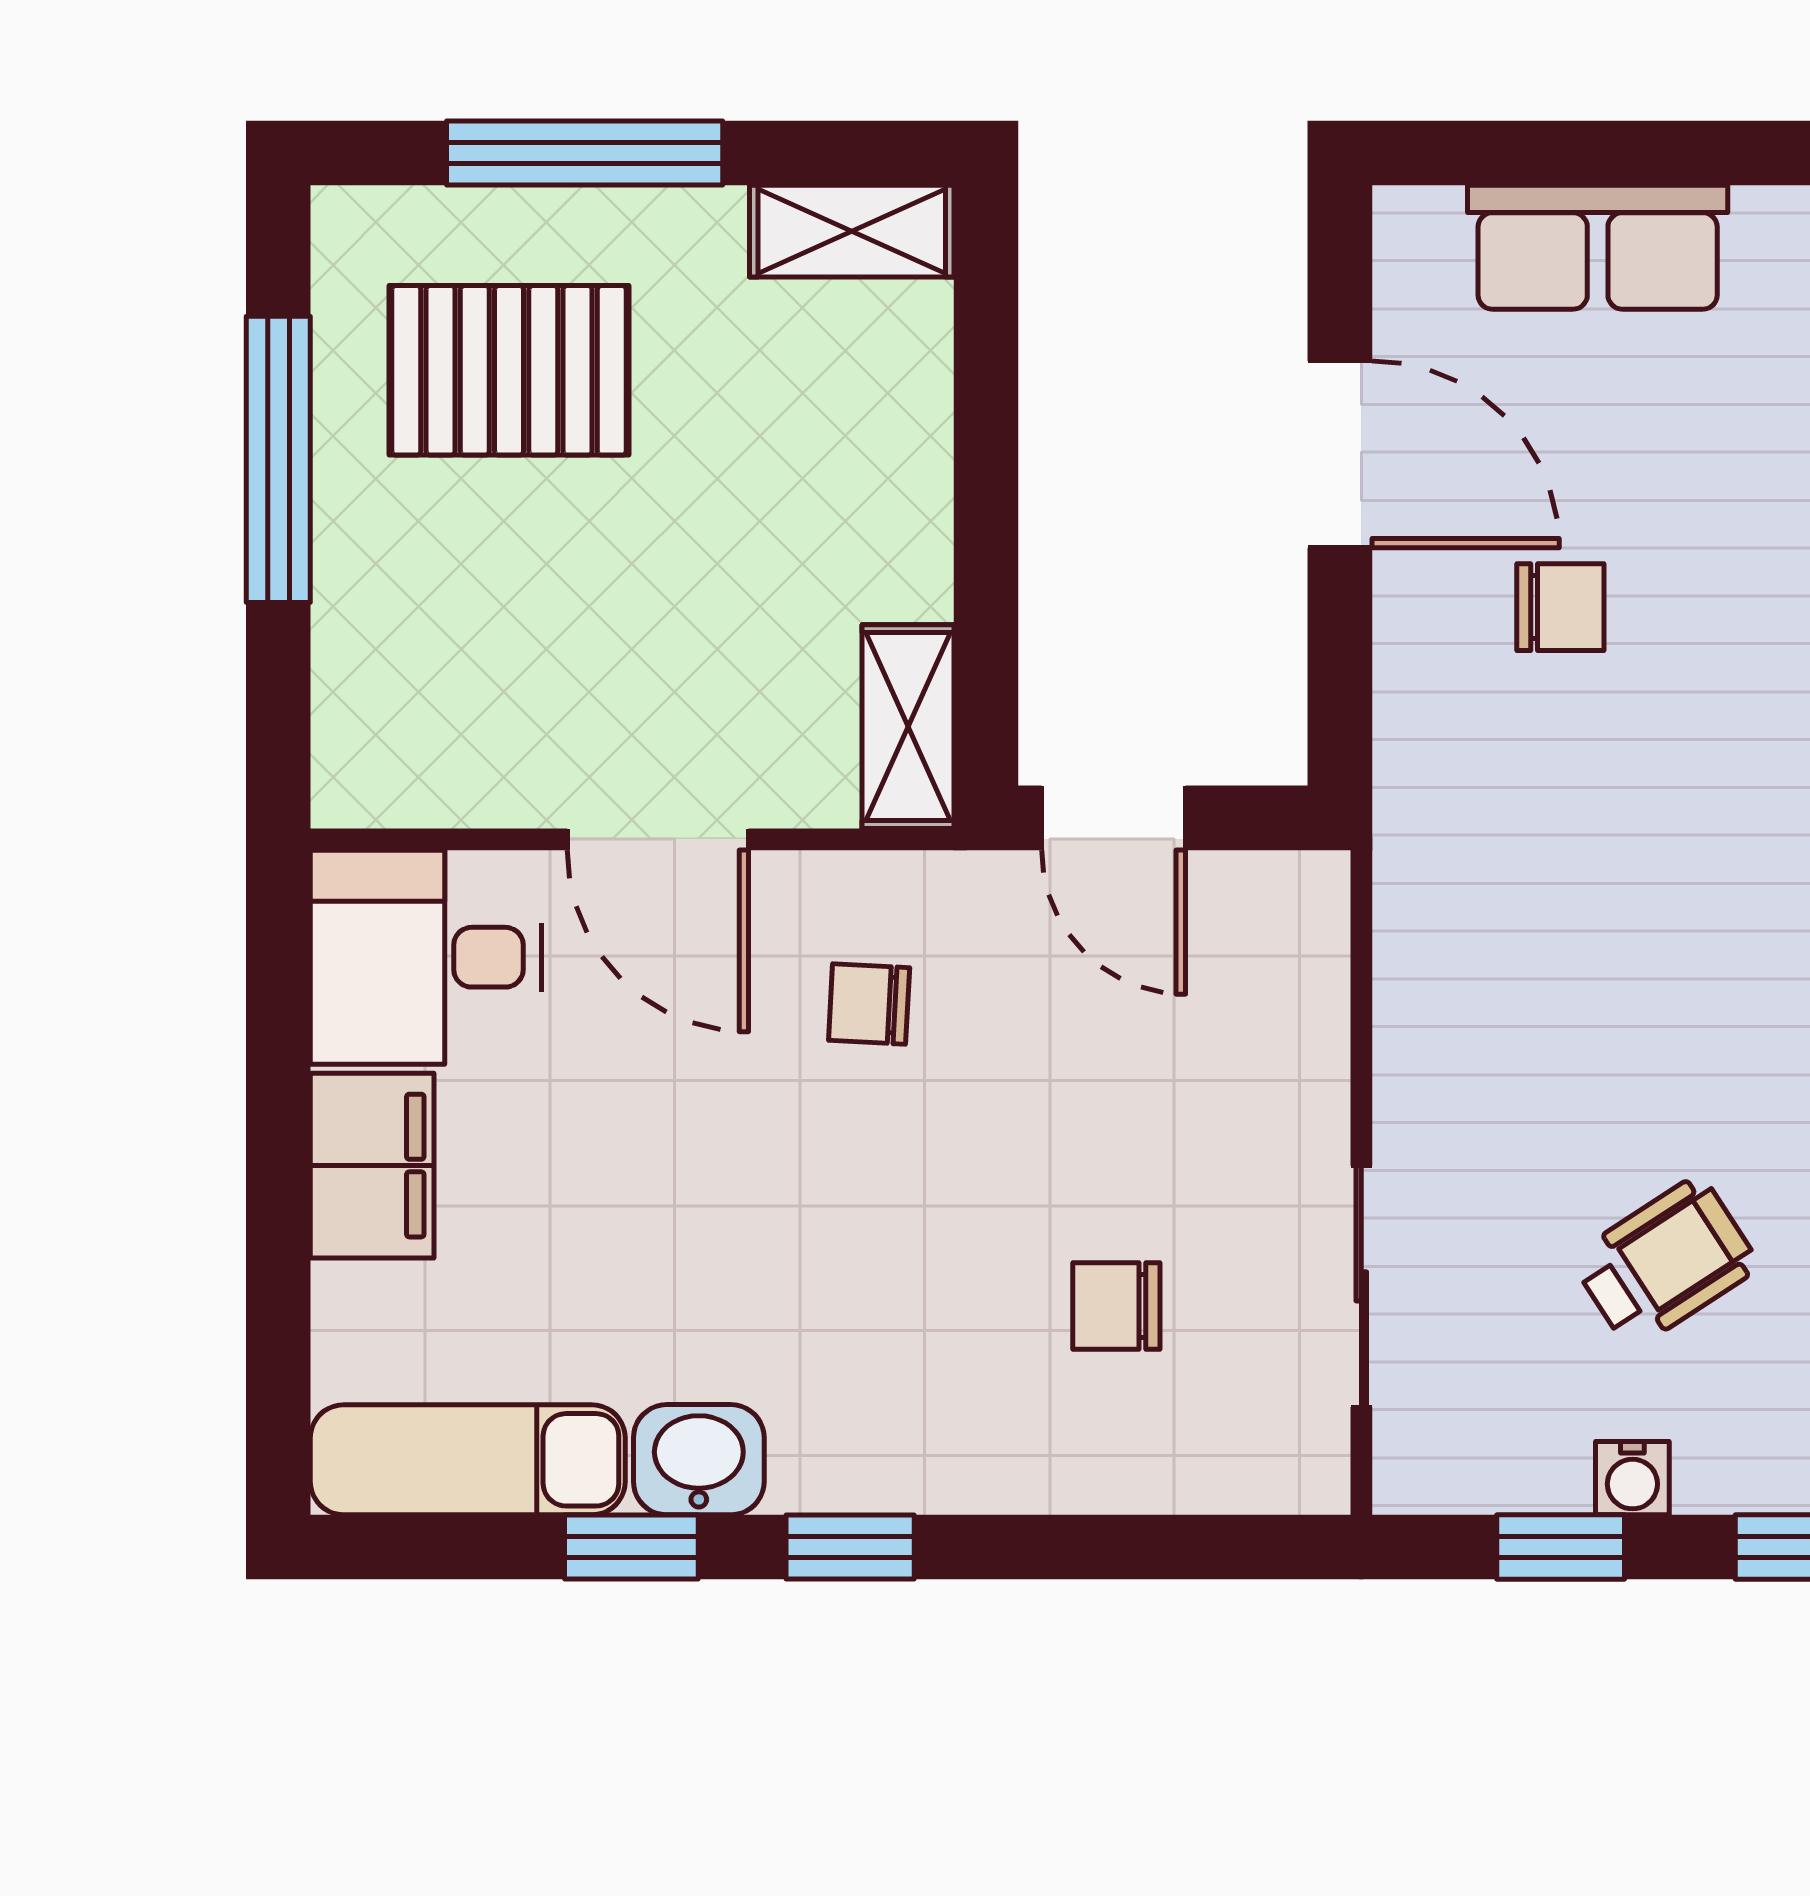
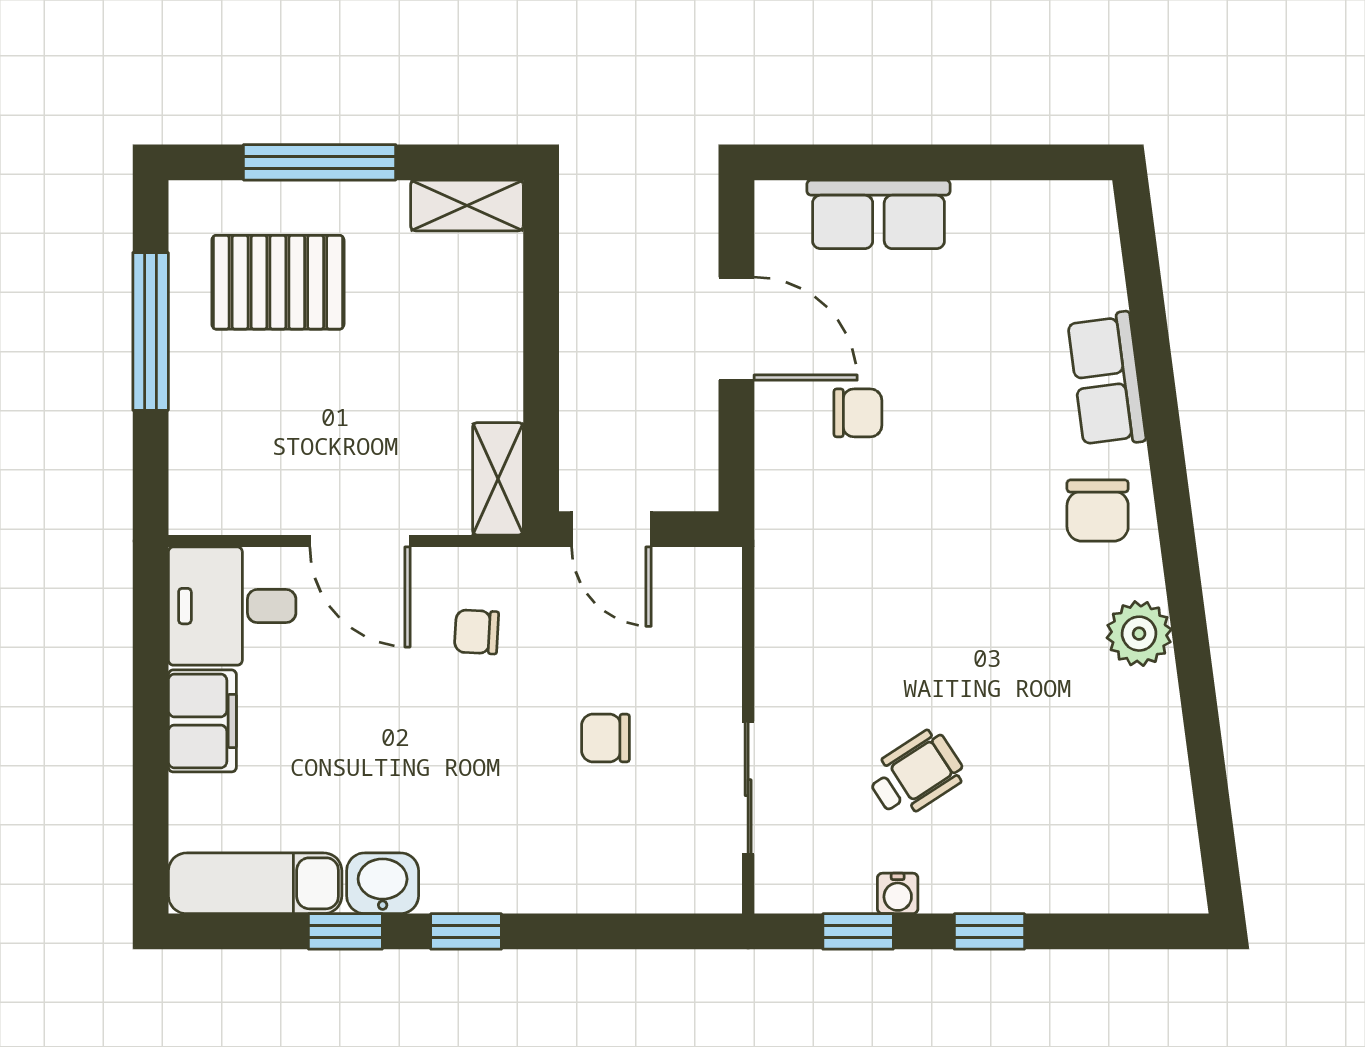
chair: (1116, 1306) -> (605, 738), moved

